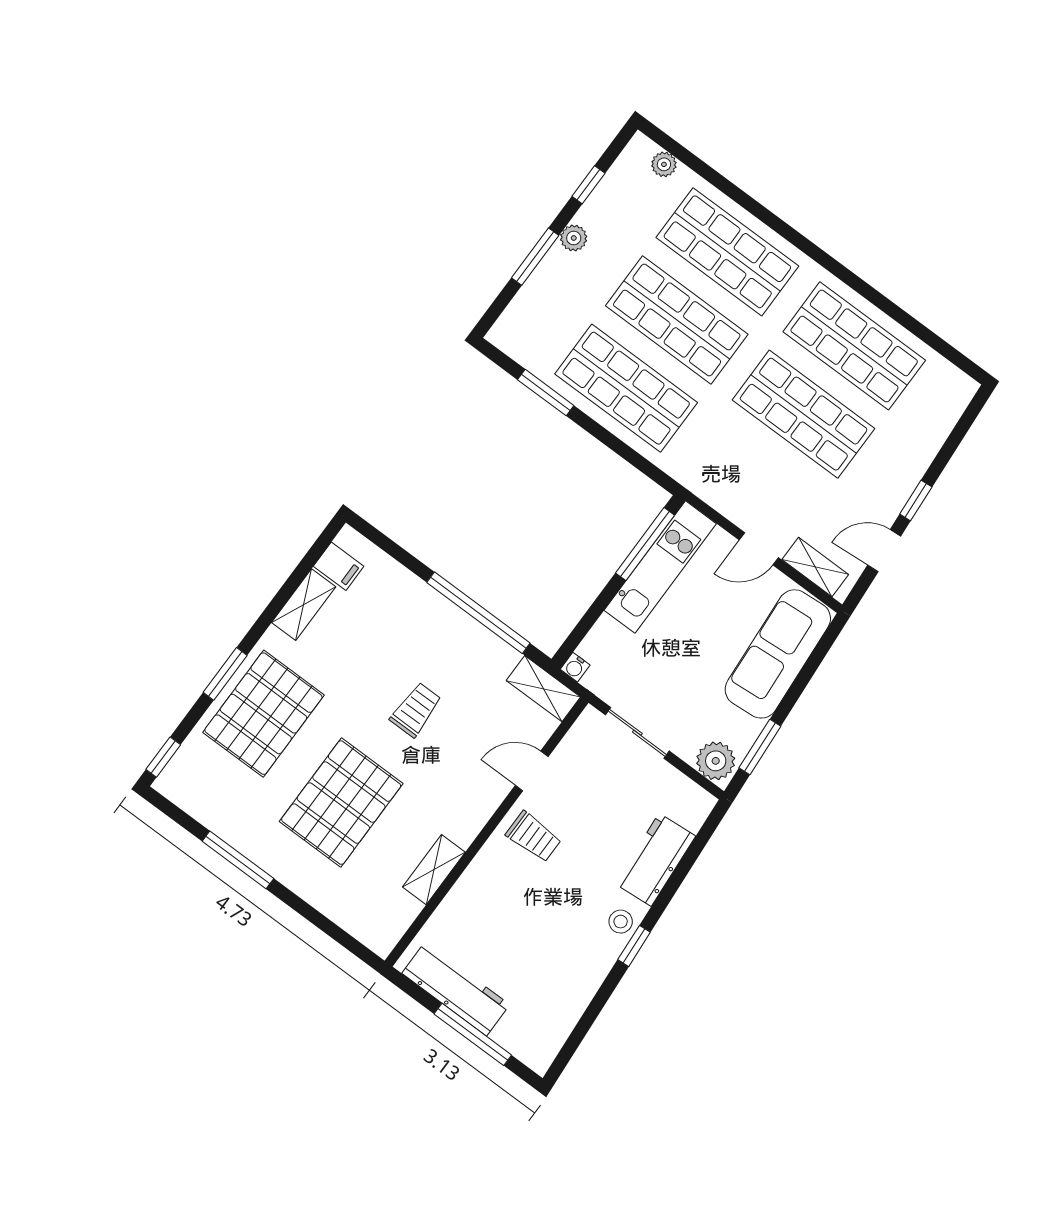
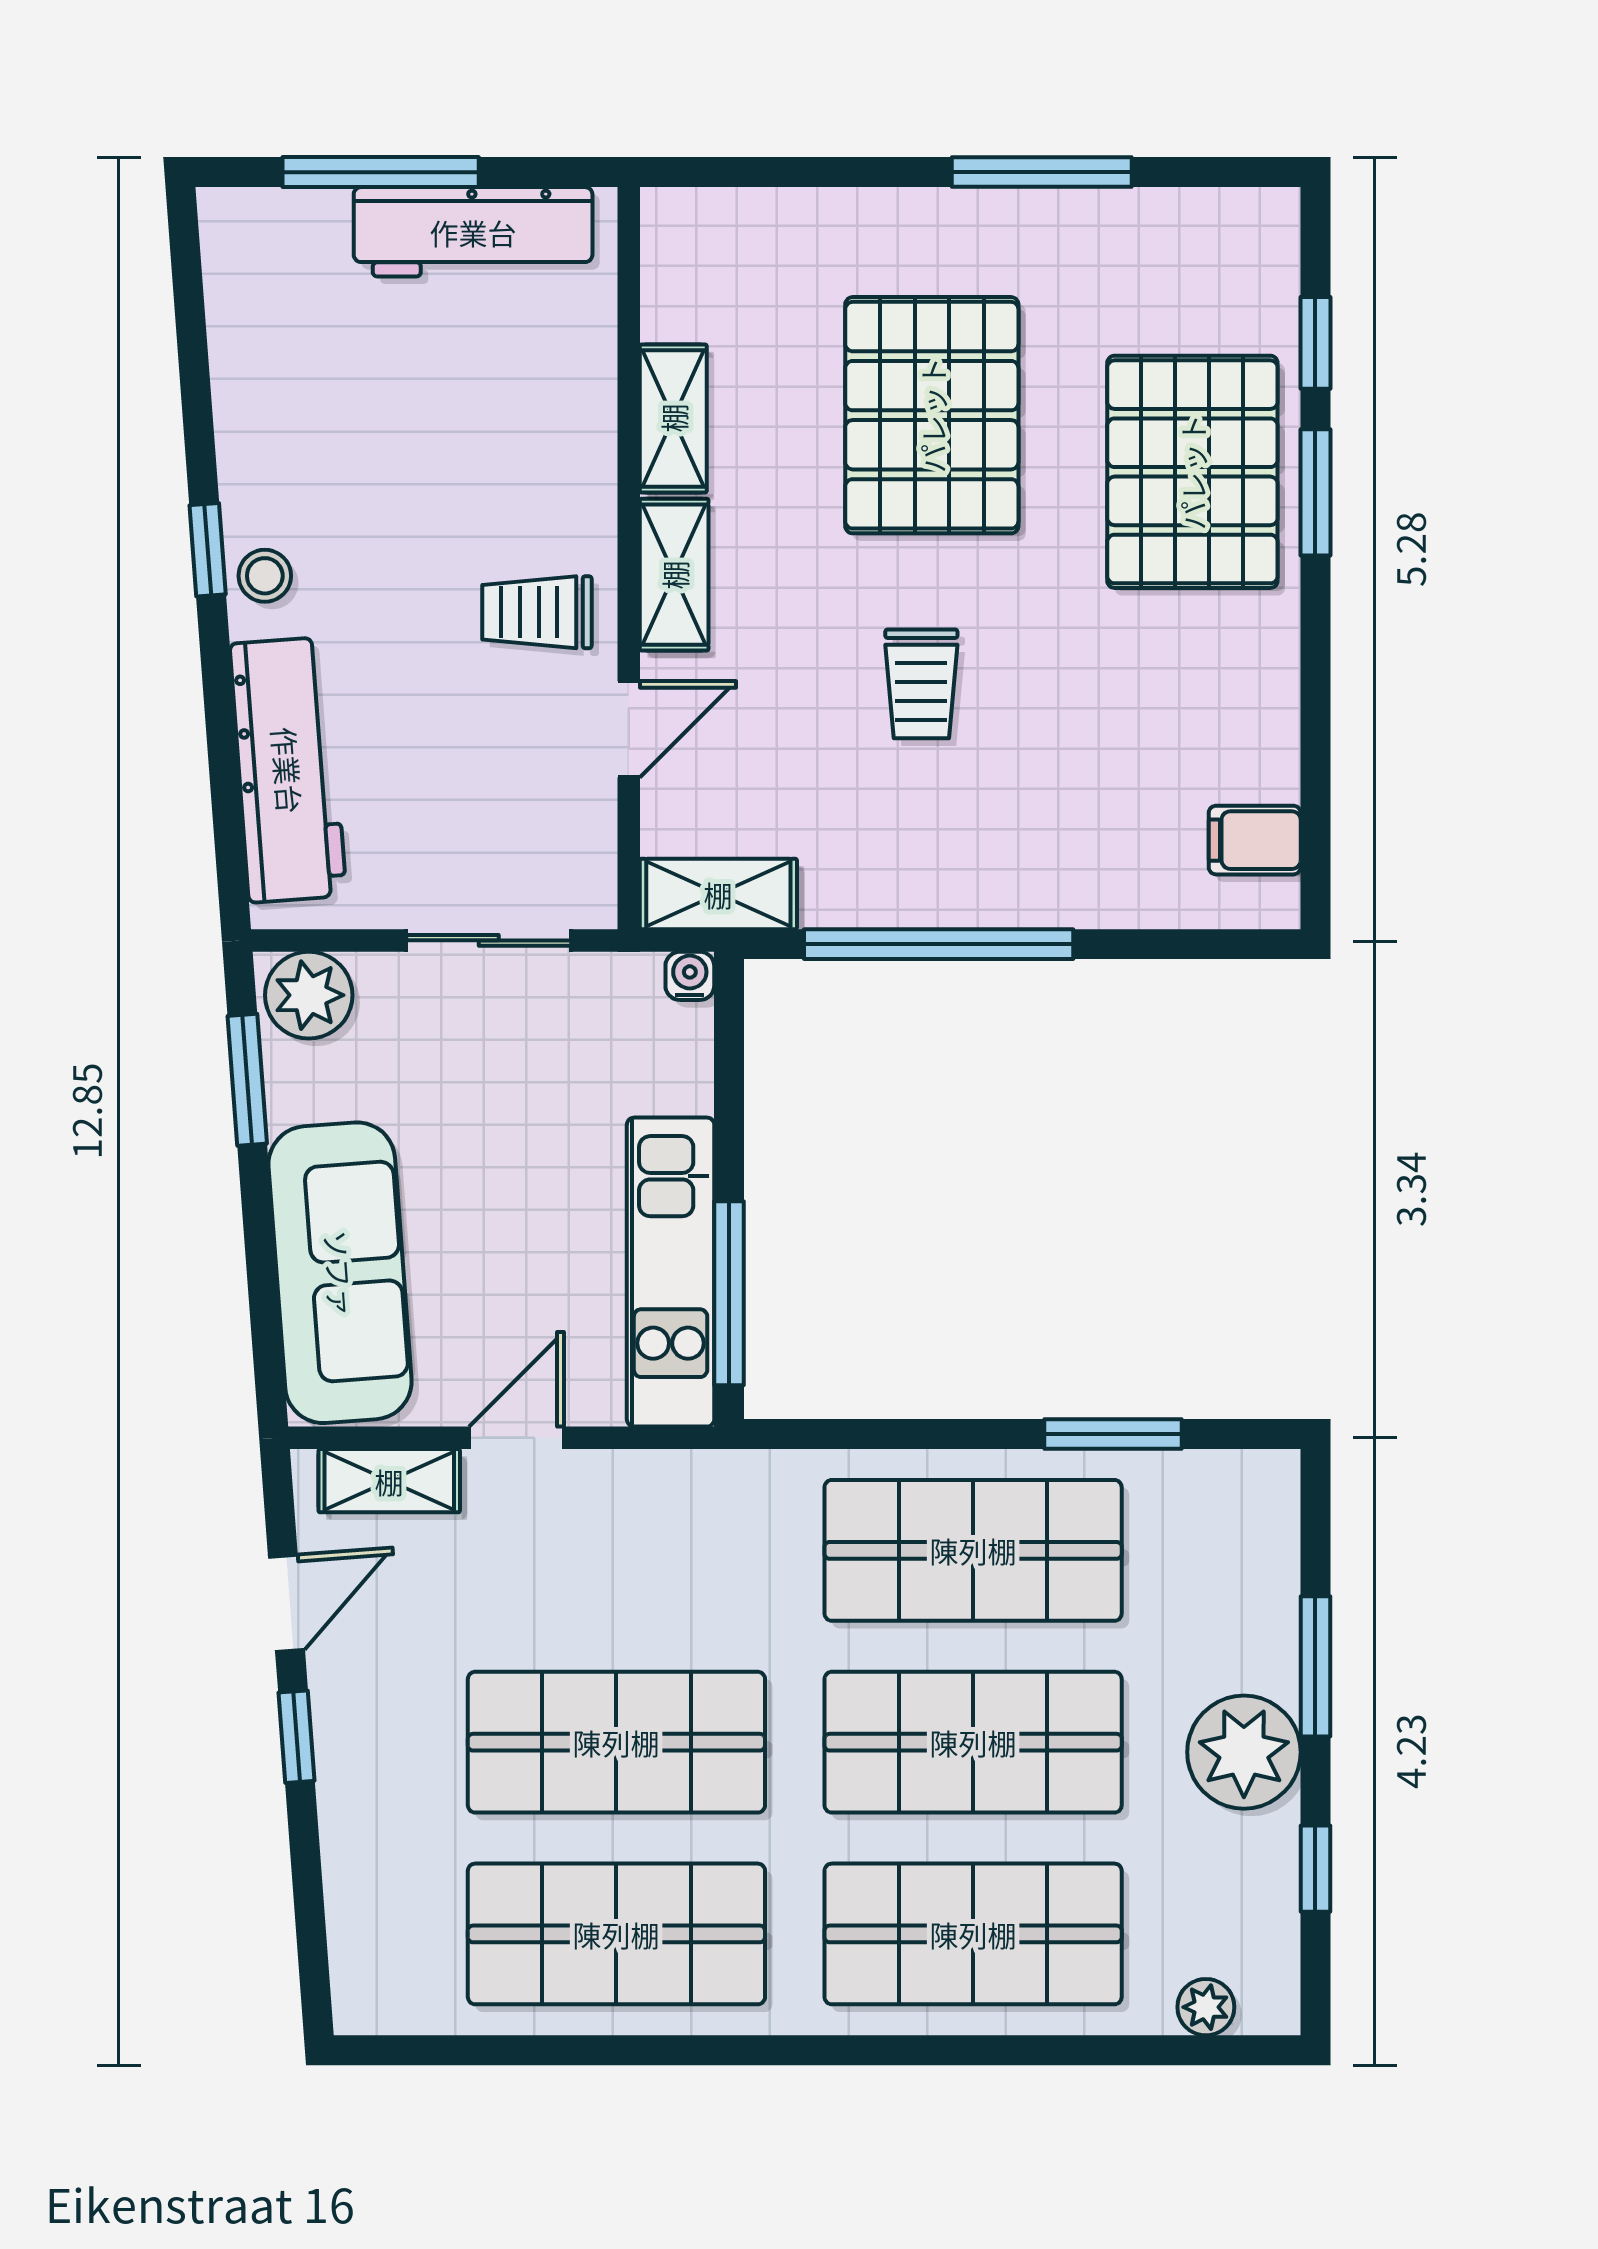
plant: (574, 238) -> (1244, 1752), width x1.88, depth x1.88
shelving: (304, 605) -> (674, 575), moved
window: (163, 757) -> (1315, 343), moved
workbench: (655, 860) -> (288, 770), width x1.38

